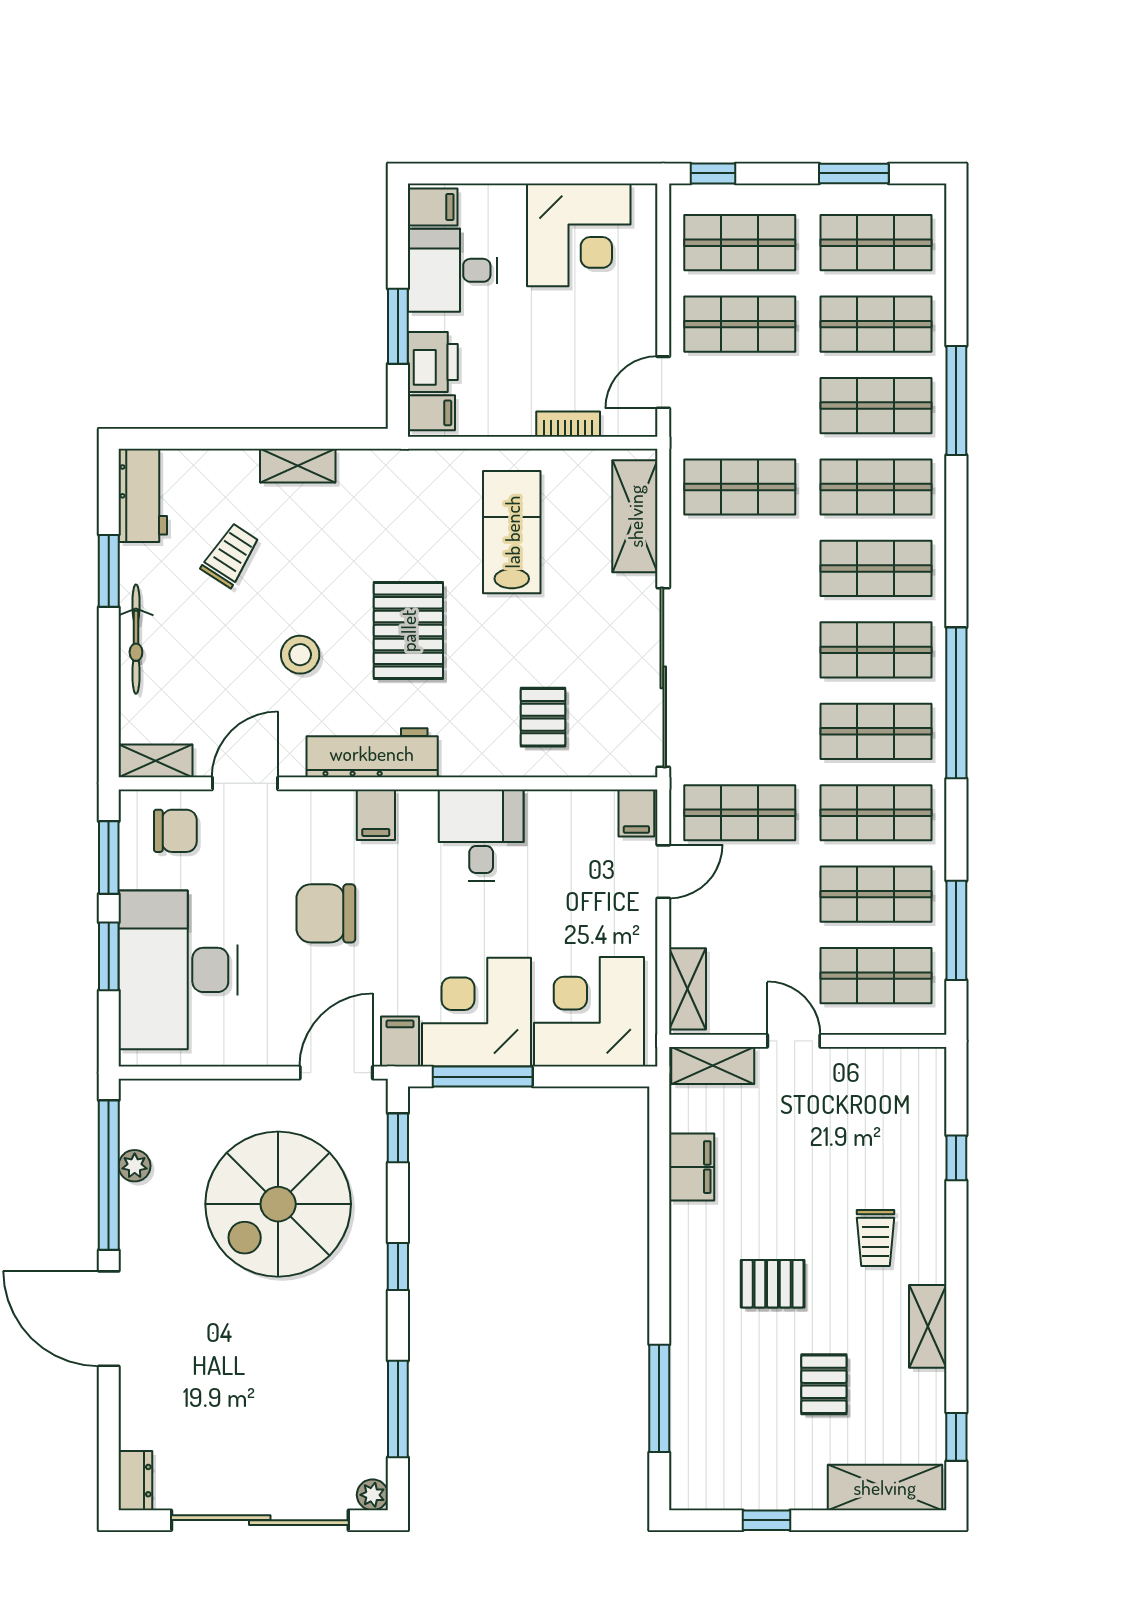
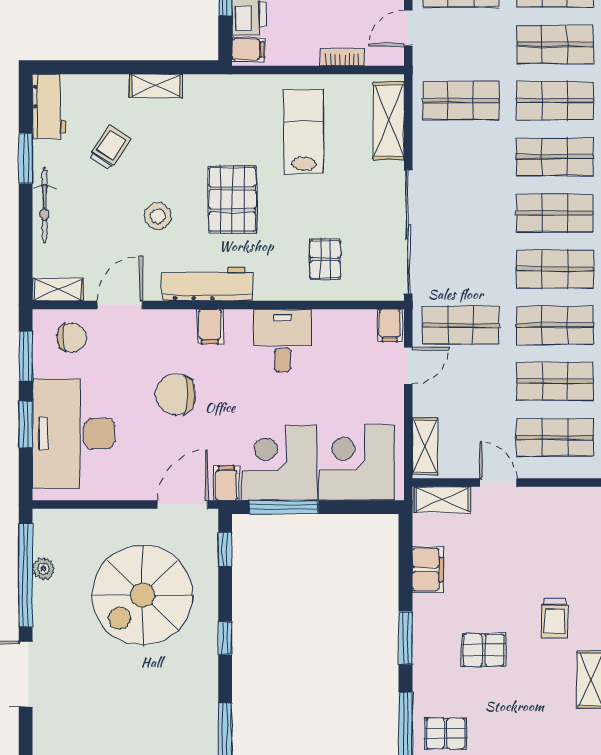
window: (659, 1266) -> (405, 638), added
pallet: (824, 1384) -> (446, 733), moved, turned 90

